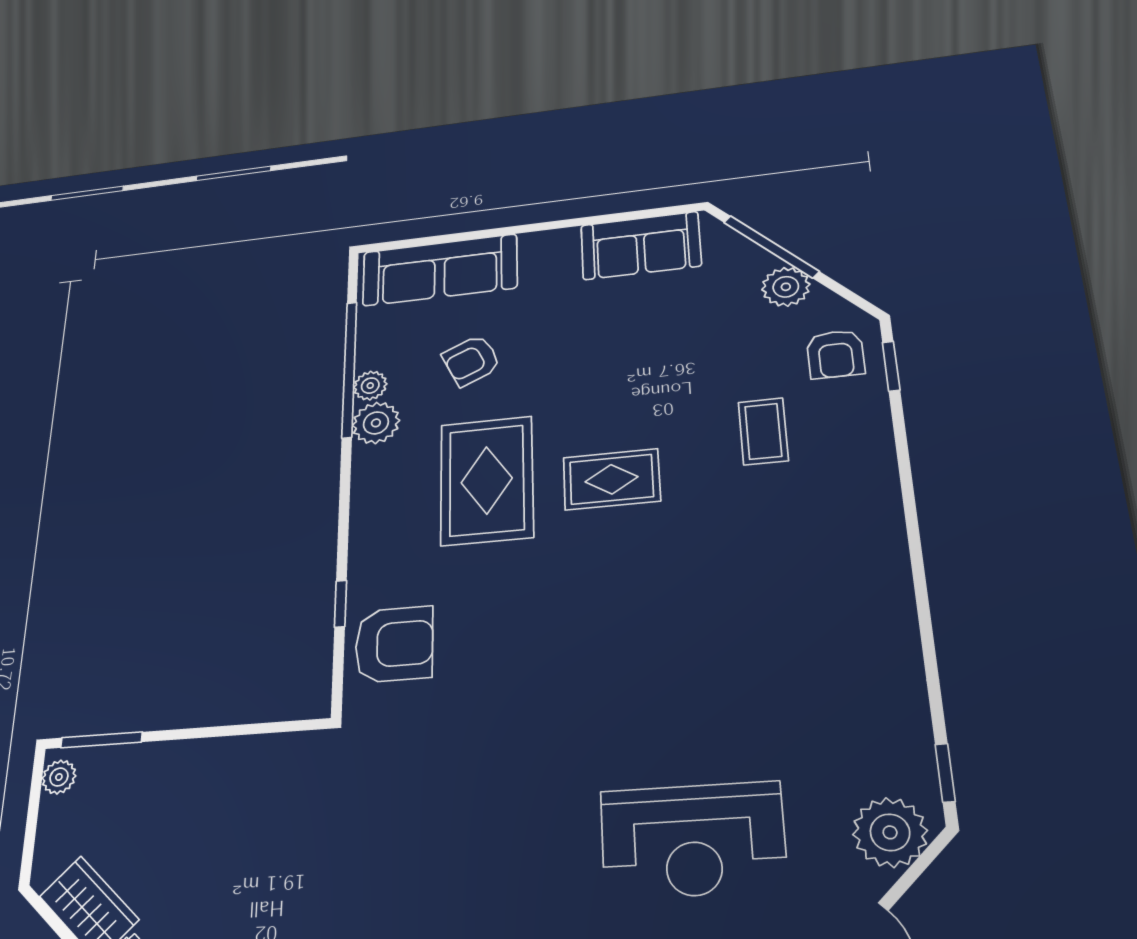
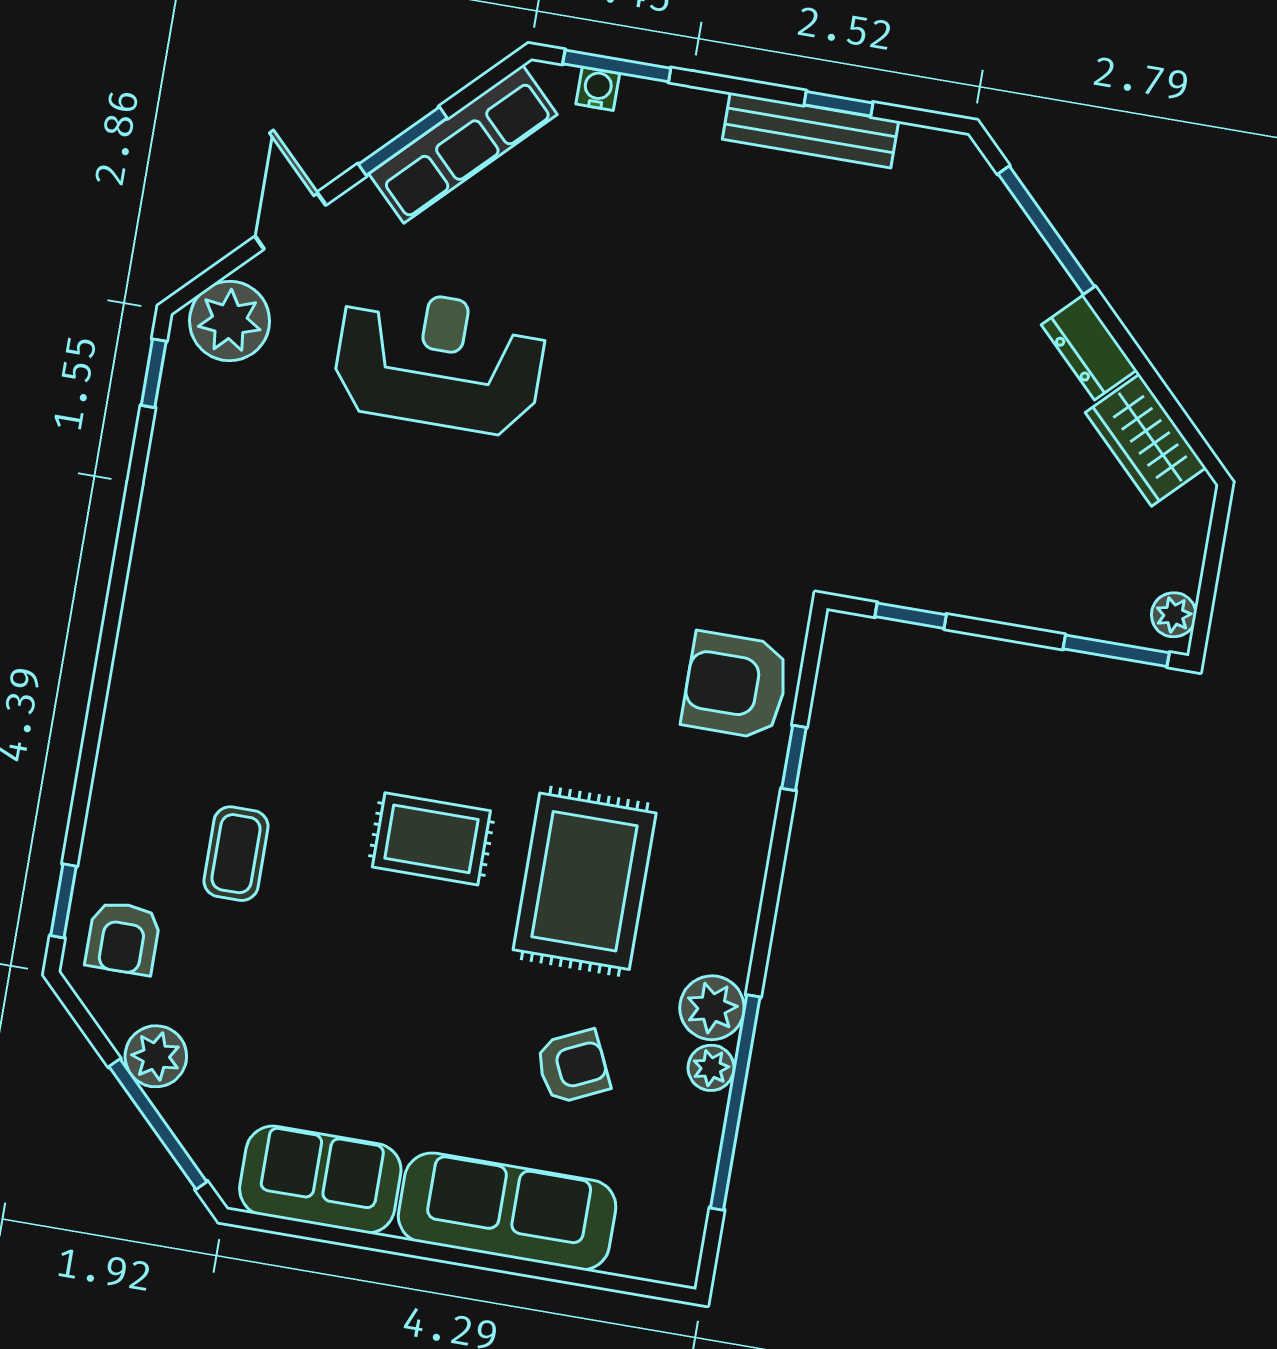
sofa: (440, 270) -> (507, 1211), moved
armchair: (836, 354) -> (123, 938), turned 180
window: (263, 728) -> (911, 616), added

